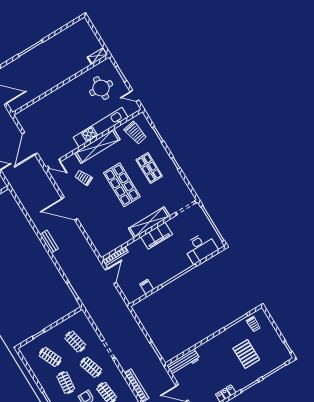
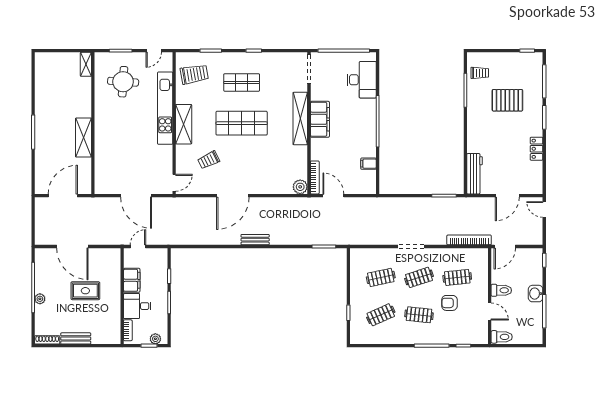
shelving: (47, 84) -> (83, 138), added
shelving: (97, 146) -> (184, 124), width x0.68
plant: (103, 250) -> (300, 187), added

